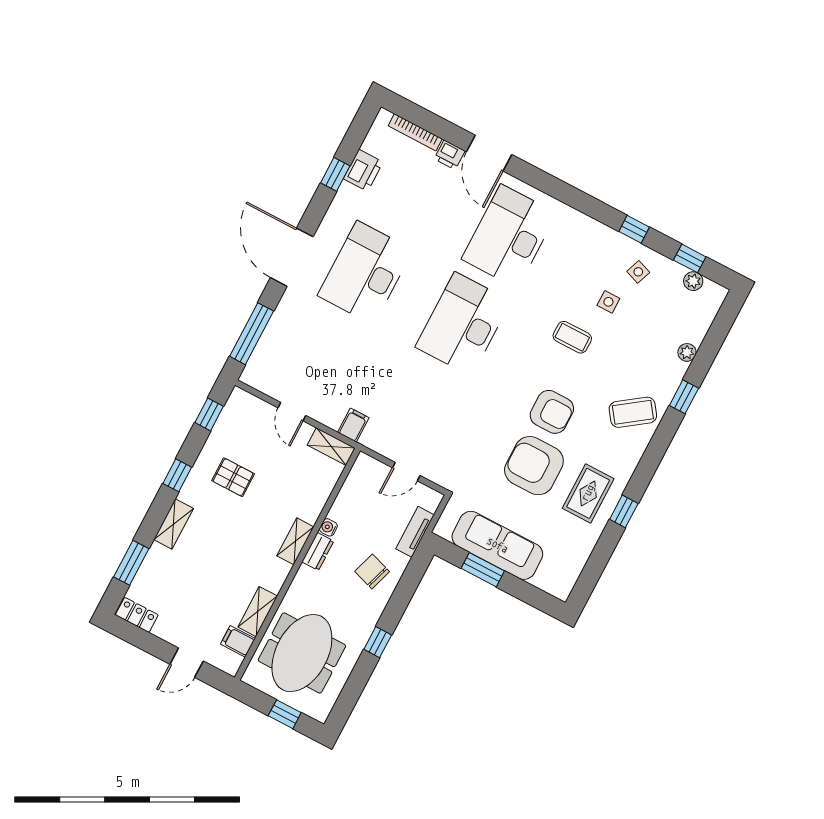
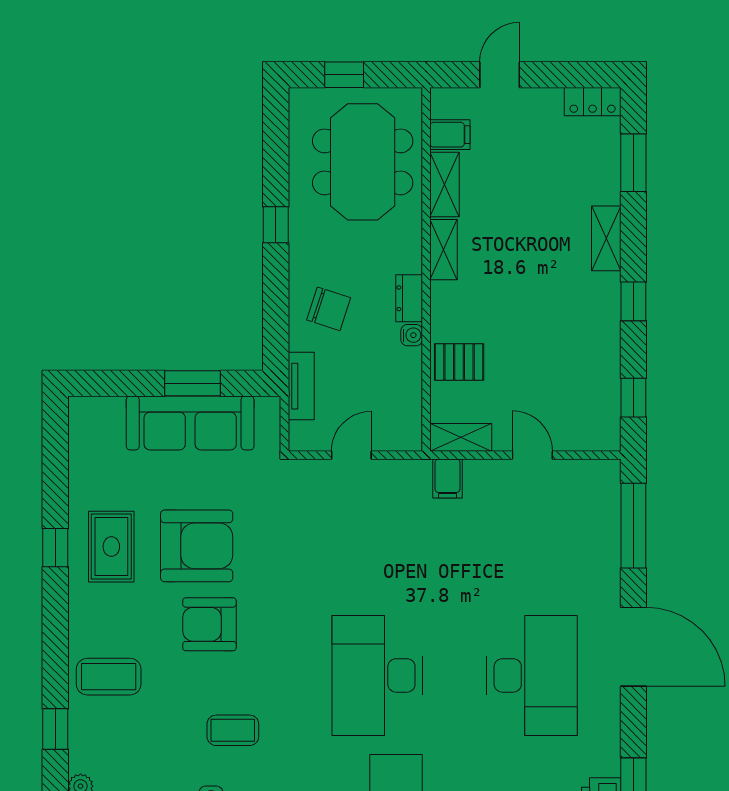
desk: (463, 324) -> (377, 675), turned 180
coffee table: (633, 412) -> (109, 677), turned 36
pallet: (233, 477) -> (459, 362), moved
shelving: (295, 541) -> (444, 250), moved

